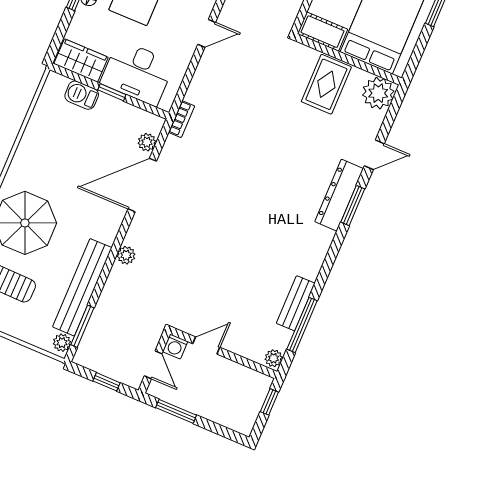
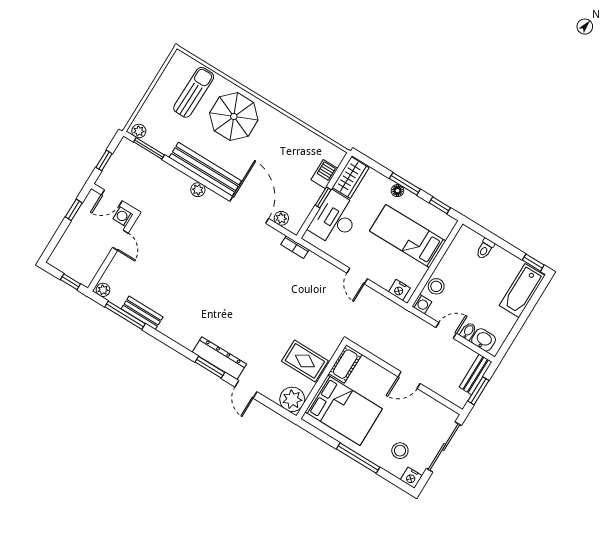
bench: (82, 287) -> (205, 169), moved
window: (176, 411) -> (74, 210), width x0.67

